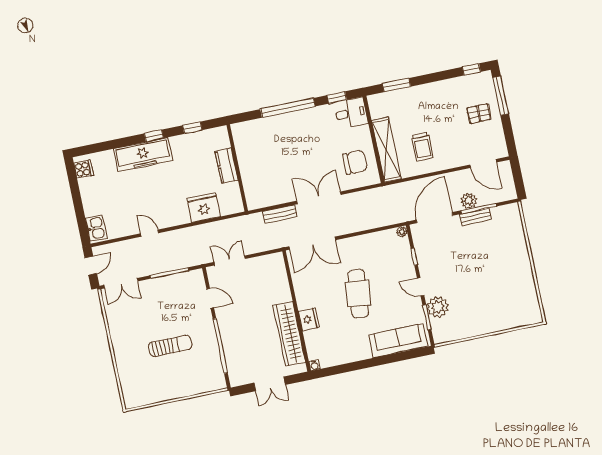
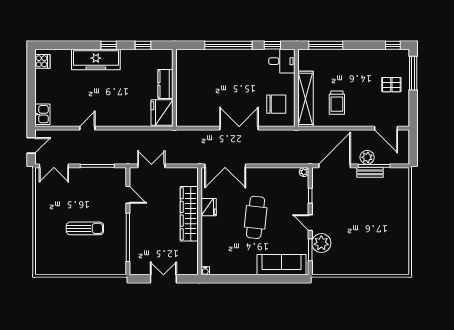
window: (397, 85) -> (326, 45), width x1.44
fridge: (204, 207) -> (162, 112), moved, turned -90
bench: (280, 214) -> (203, 135), removed
door: (149, 233) -> (87, 128), hinge flipped
fridge: (309, 319) -> (209, 207), moved
wardrobe: (289, 334) -> (189, 214), moved
double door: (270, 384) -> (163, 279), swing flipped

